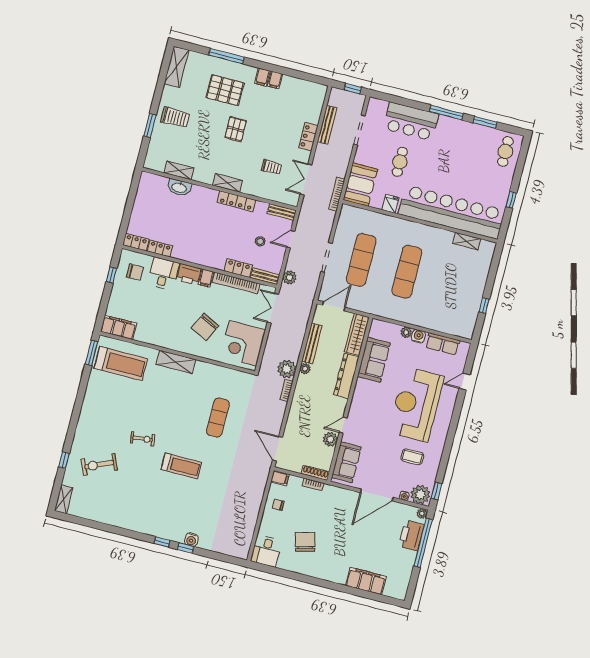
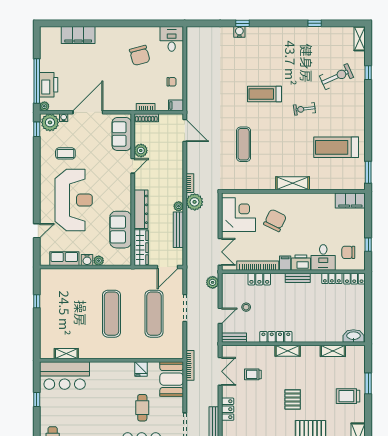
washbasin: (179, 187) -> (353, 336), moved
bar counter: (452, 212) -> (65, 376), width x0.54
bench: (265, 276) -> (298, 278), moved
treadmill: (121, 364) -> (336, 147), moved
window: (162, 542) -> (315, 23), moved

